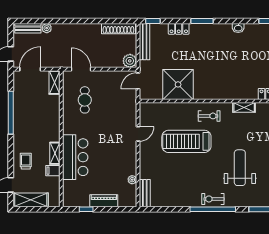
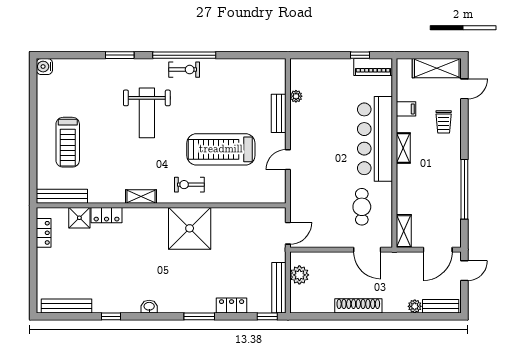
shoe rack: (118, 29) -> (358, 306), moved
plant: (130, 61) -> (299, 275), moved
shower: (178, 84) -> (190, 228), moved
treadmill: (186, 141) -> (221, 149), turned 180
shelving: (55, 153) -> (403, 148), moved
bar counter: (75, 157) -> (375, 139), width x1.36
bench: (145, 193) -> (279, 113), moved
piano: (104, 201) -> (373, 67), moved

